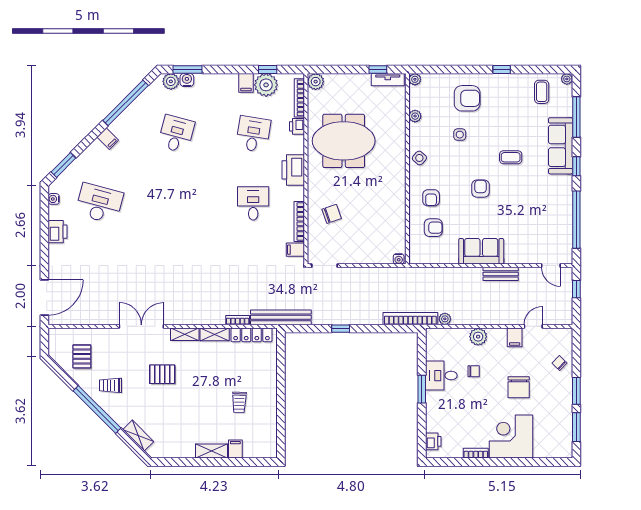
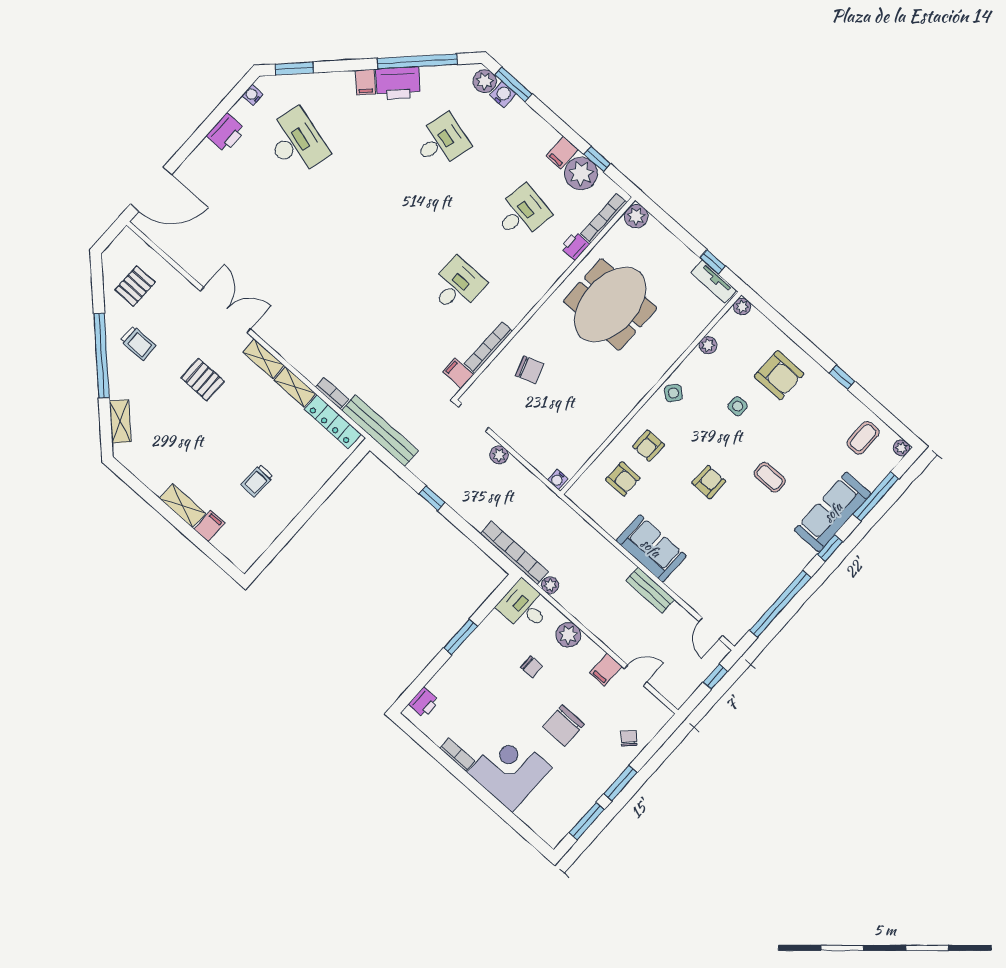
meeting table: (344, 141) -> (610, 305), turned 90
printer: (293, 170) -> (398, 83), moved, turned -135
plant: (356, 274) -> (499, 455), added
desk: (441, 376) -> (524, 607), moved
trolley: (110, 385) -> (138, 343), turned 180

